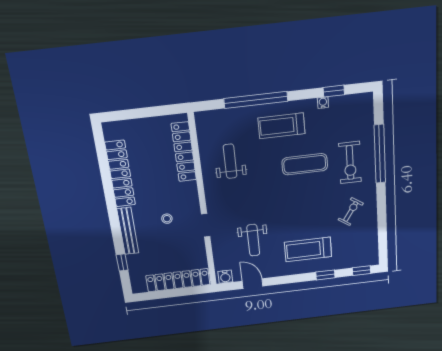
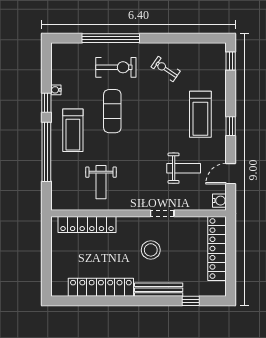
window: (334, 91) -> (46, 103), moved
weight bench: (230, 161) -> (101, 182), turned -90
stool: (167, 219) -> (151, 250), width x1.89, depth x1.89
window: (325, 275) -> (231, 126), moved

